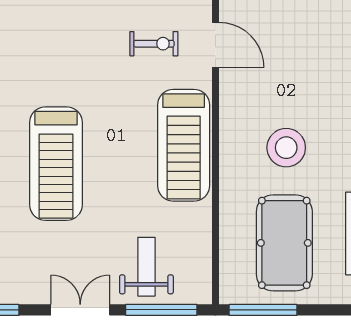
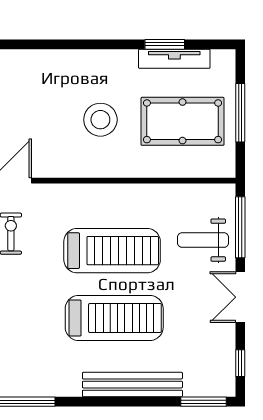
treadmill: (184, 145) -> (112, 251), moved
window: (263, 310) -> (240, 113), moved

